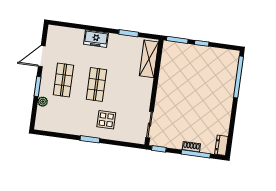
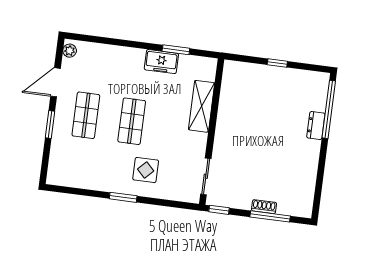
freezer: (96, 39) -> (161, 62), moved
window: (177, 40) -> (243, 59), removed
shelving: (149, 59) -> (202, 106), moved
plant: (43, 102) -> (70, 51), moved
dresser: (221, 145) -> (316, 125), moved

